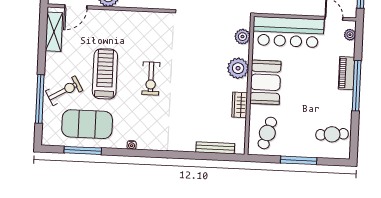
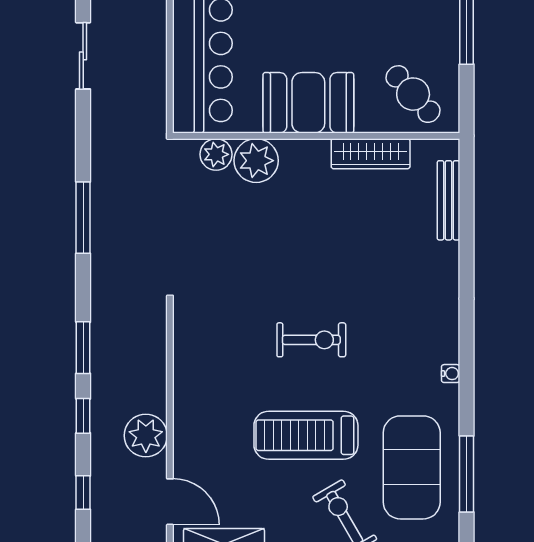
plant: (238, 68) -> (256, 161), moved
wardrobe: (240, 105) -> (371, 154), width x1.50
cafe table: (267, 133) -> (413, 94), turned 32

